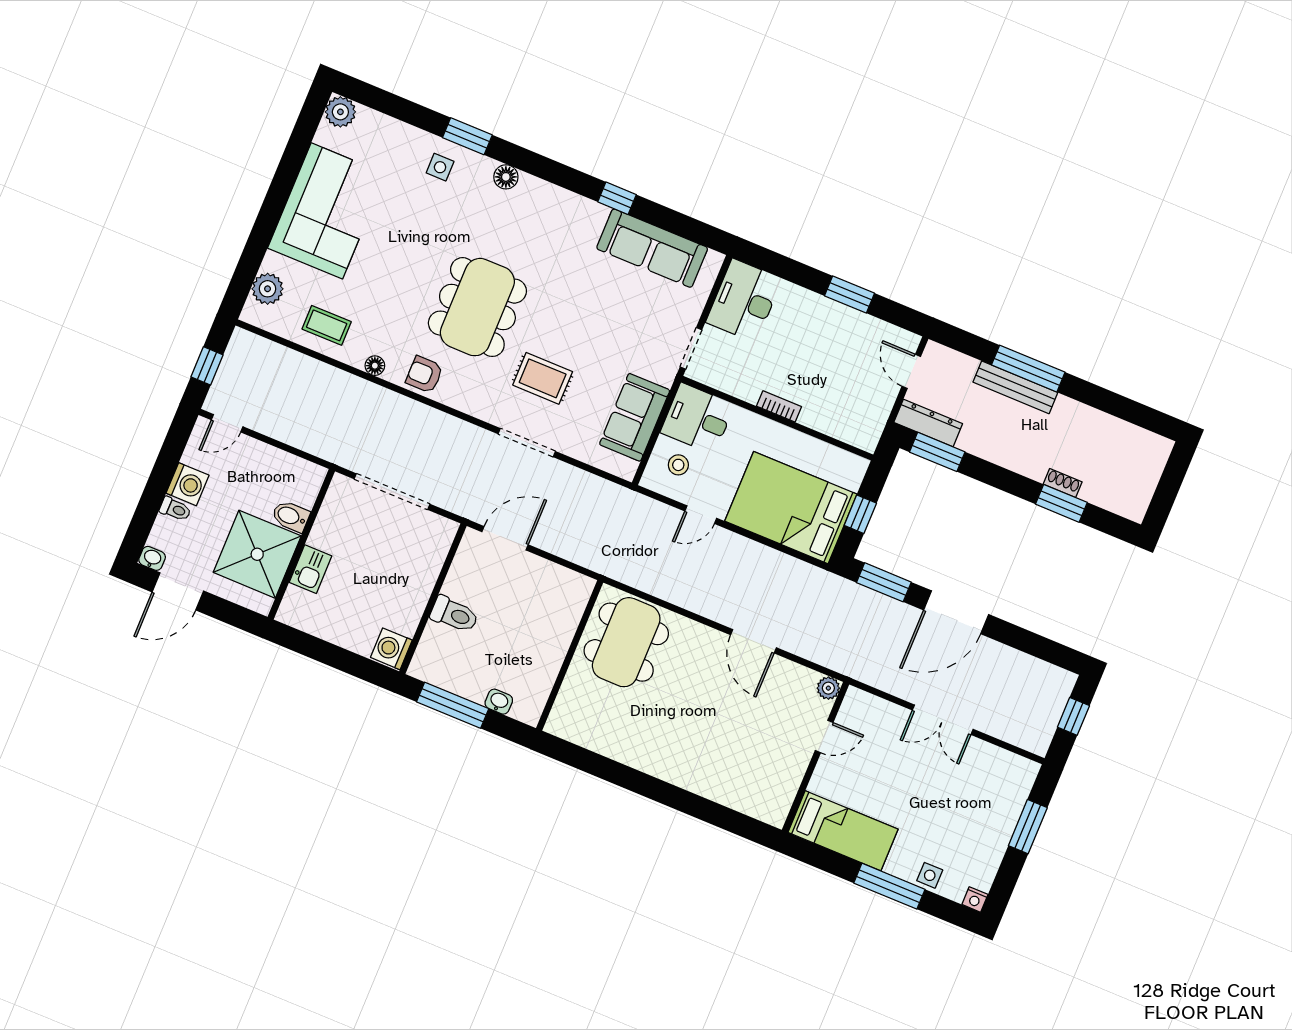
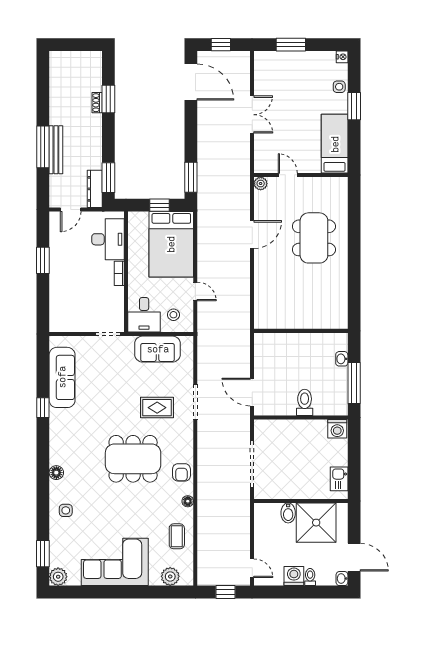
window: (467, 136) -> (43, 554), moved
desk: (744, 300) -> (108, 239), moved, turned -90
rug: (543, 378) -> (157, 408), turned 90
kitchen sink: (310, 569) -> (339, 479), moved, turned -90
door: (956, 612) -> (191, 82), moved
dining table: (626, 642) -> (314, 238), moved, turned 90
window: (889, 886) -> (354, 106), width x0.69

